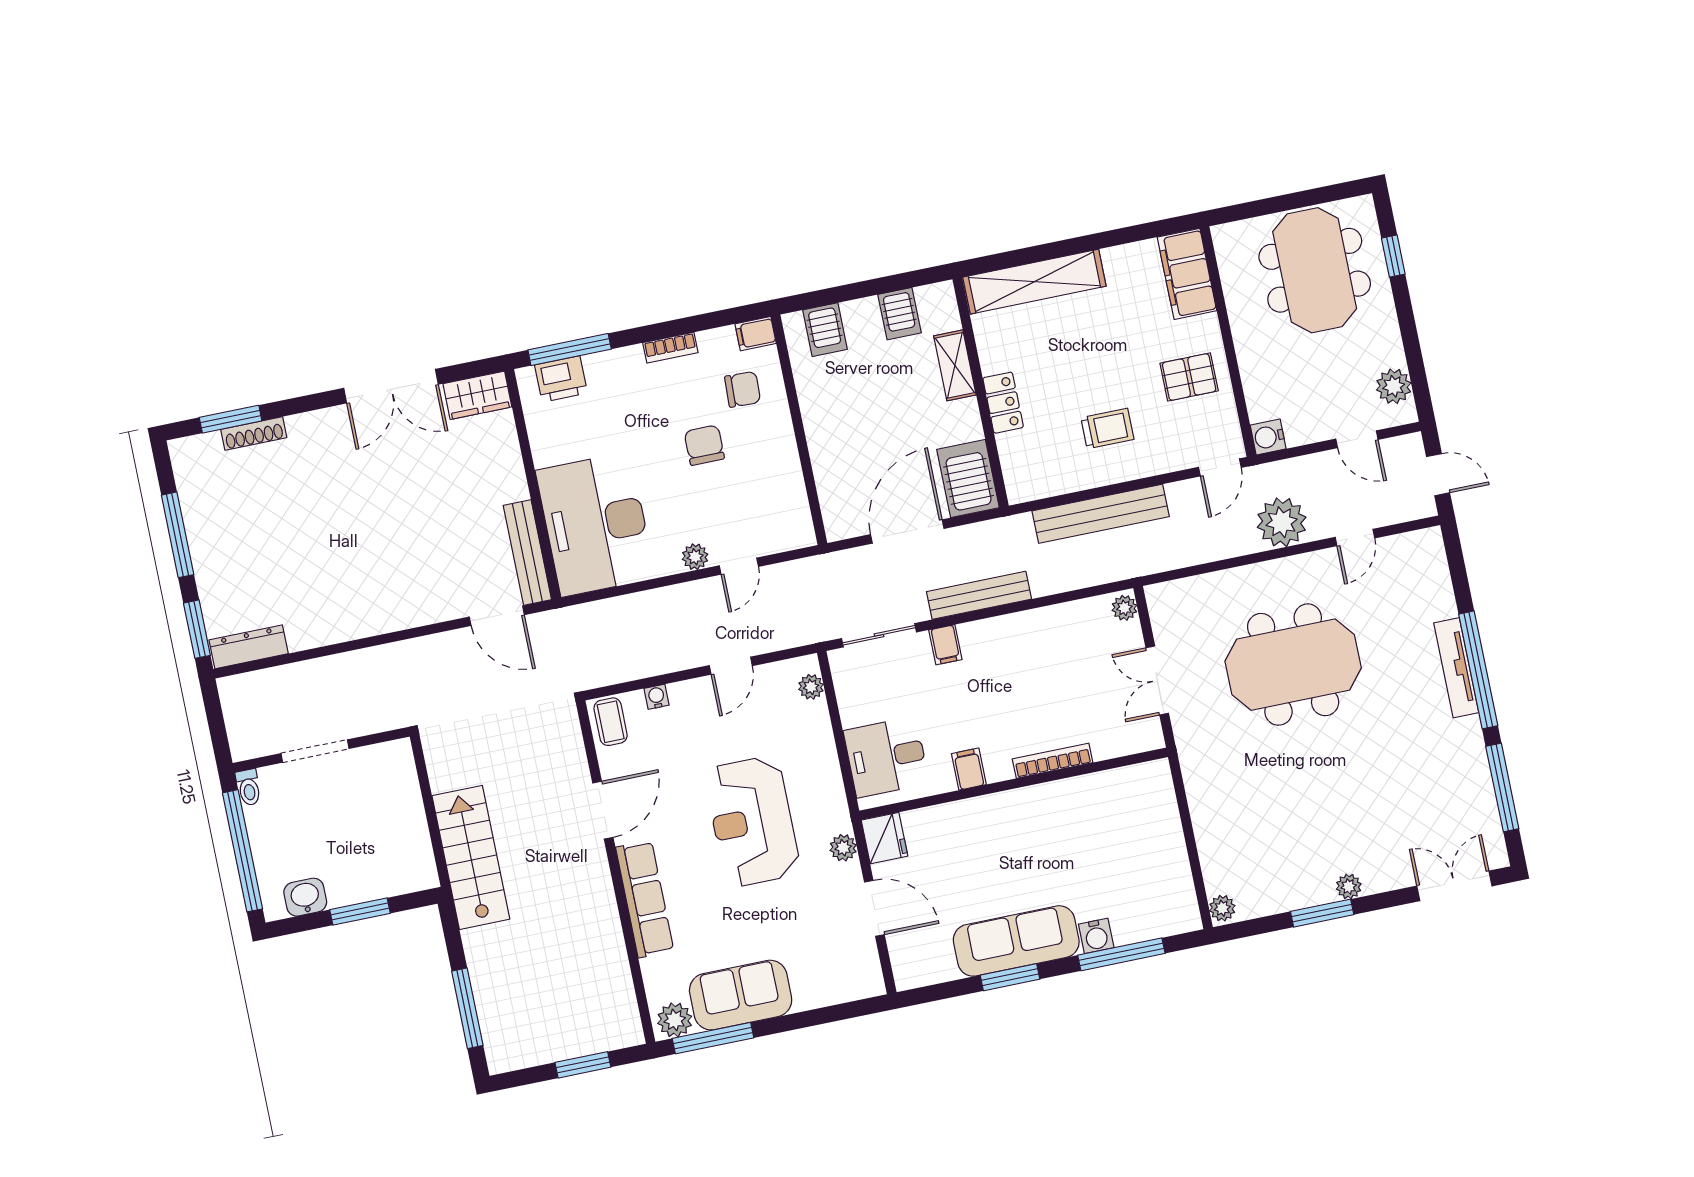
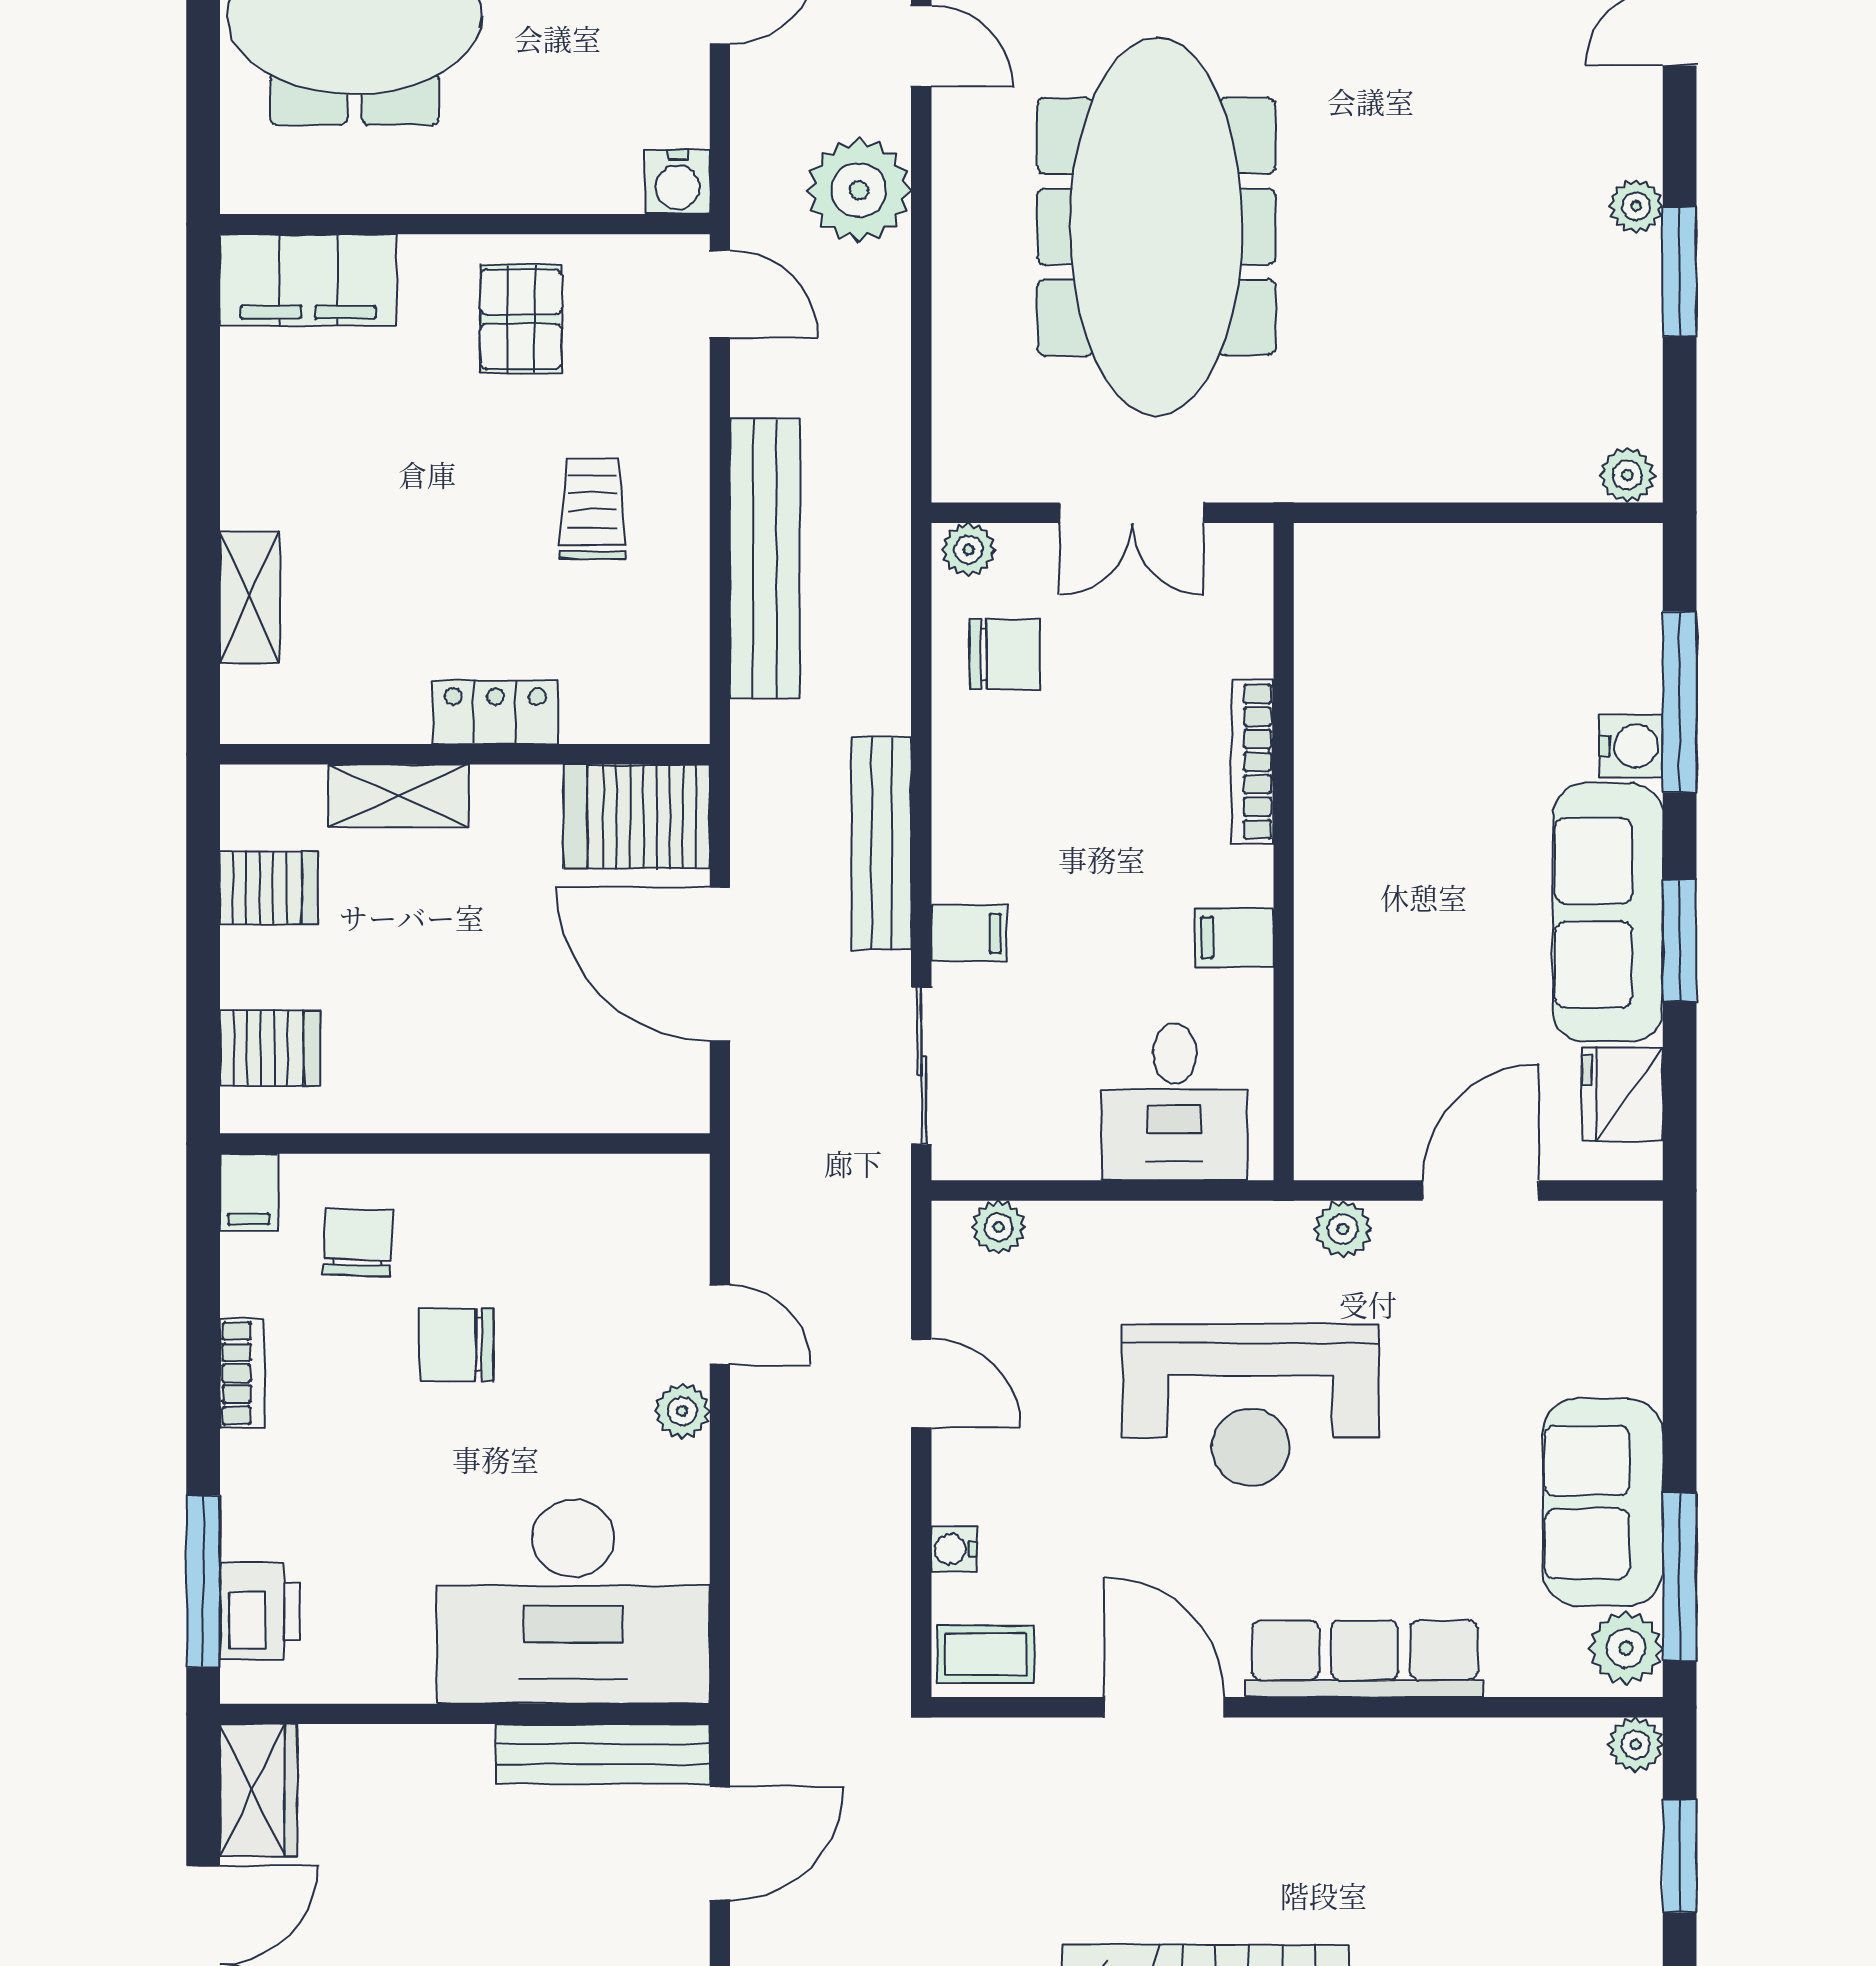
shelving: (1034, 282) -> (250, 597), width x0.45, depth x0.75
chair: (1079, 635) -> (1005, 654), added
meeting table: (1293, 665) -> (1156, 227), width x1.36
fridge: (884, 838) -> (1622, 1094), moved, turned -90
plant: (631, 1034) -> (1636, 1744), added

